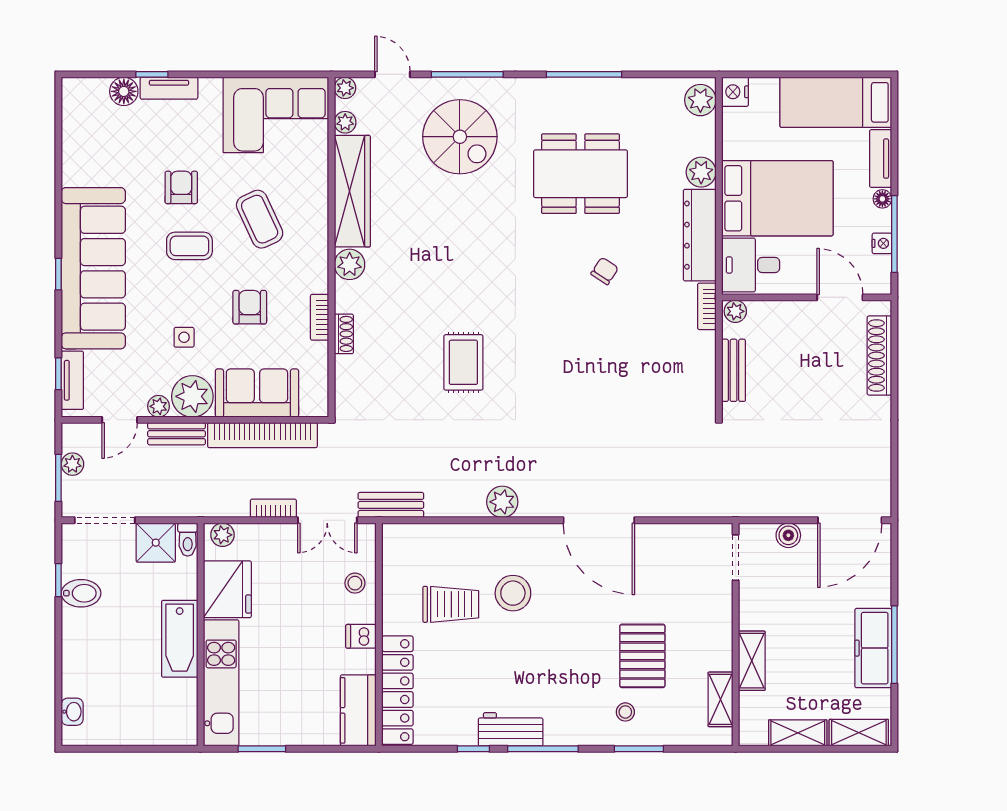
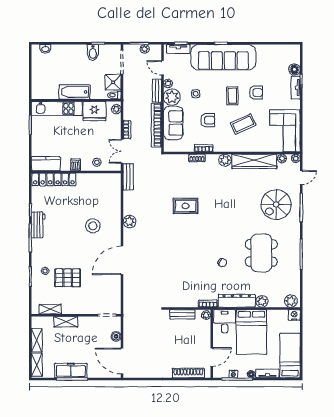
trolley: (451, 604) -> (88, 201), removed

